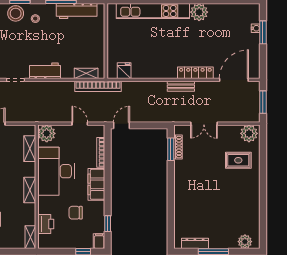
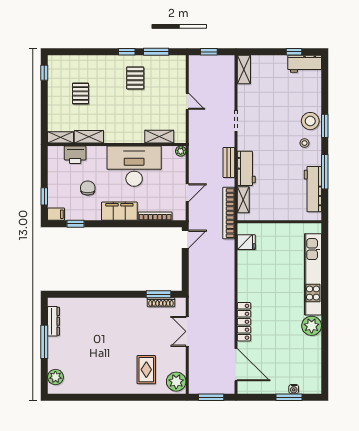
workbench: (45, 71) -> (246, 168), moved
bench: (181, 86) -> (229, 162), moved
door: (121, 125) -> (185, 239), hinge flipped
plant: (47, 133) -> (181, 151), width x0.53, depth x0.53
shelving: (30, 190) -> (89, 137), moved

